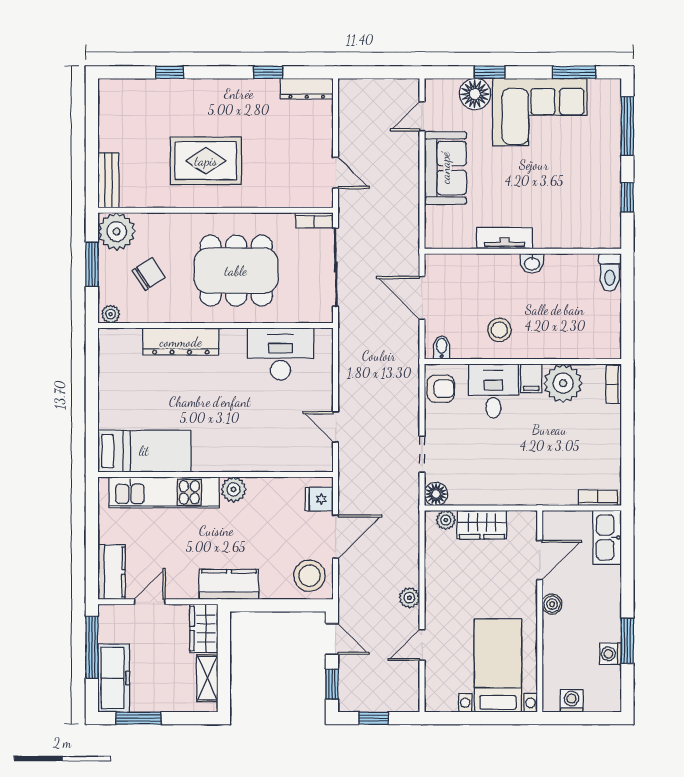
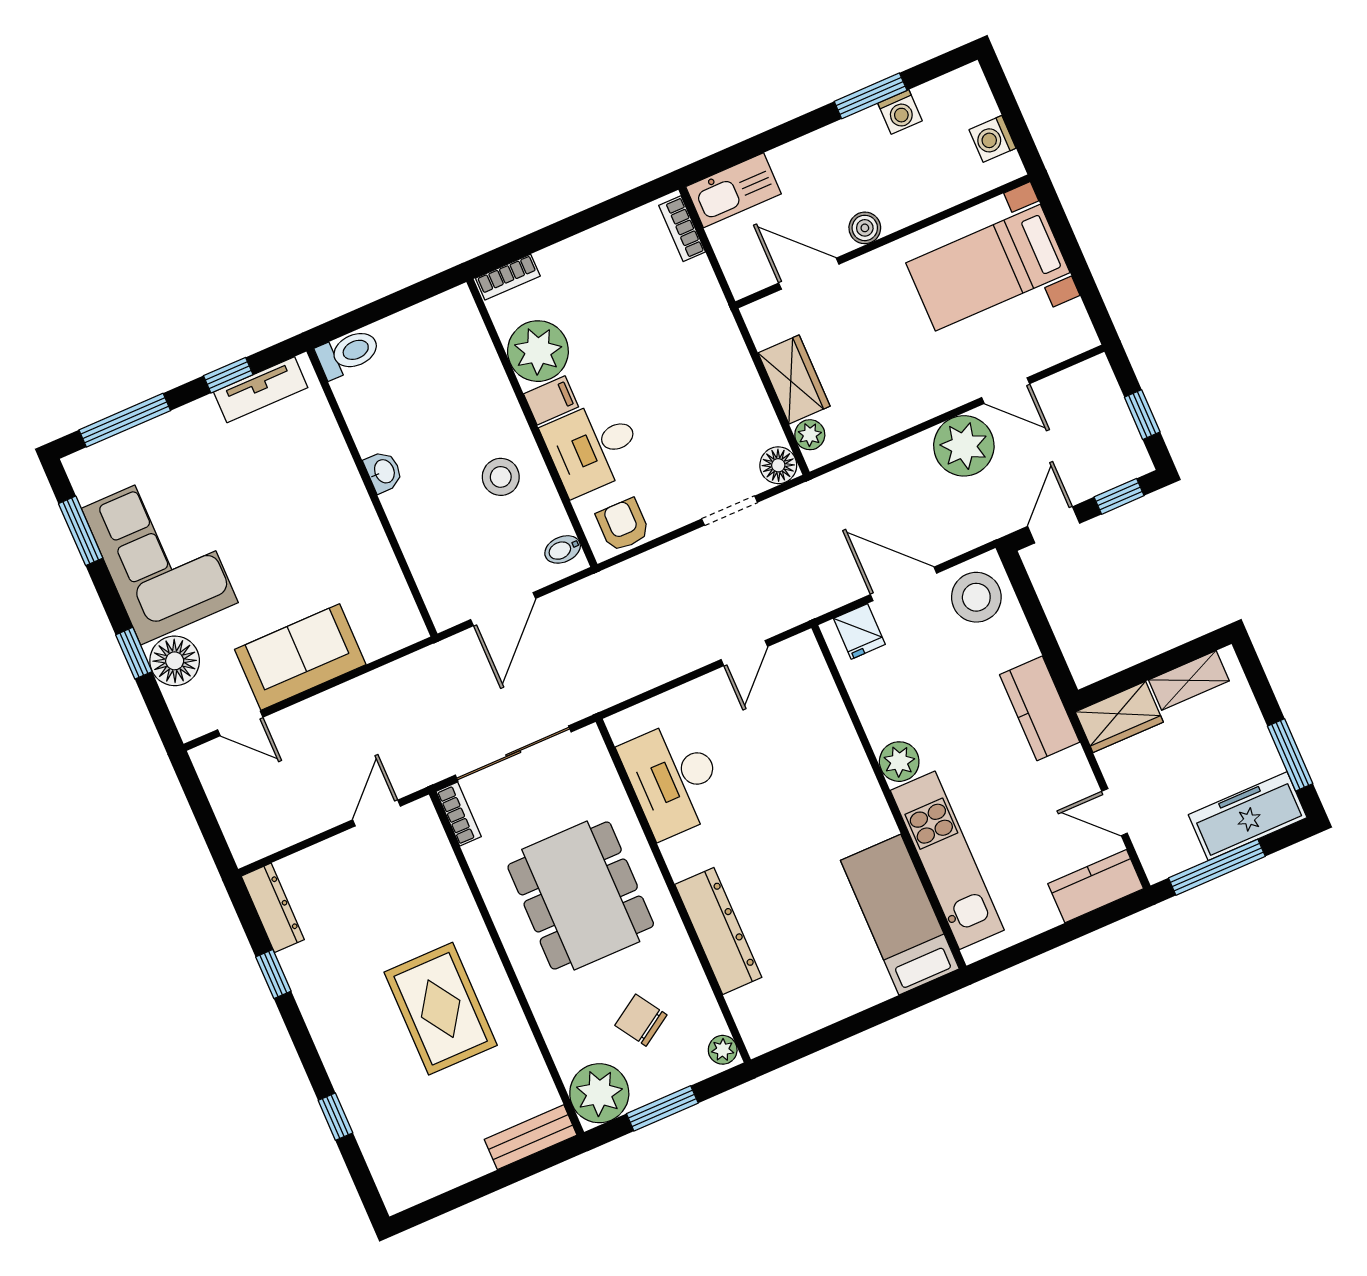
tv unit: (504, 238) -> (261, 390), moved, turned -90
plant: (409, 598) -> (964, 446), width x1.88, depth x1.88

